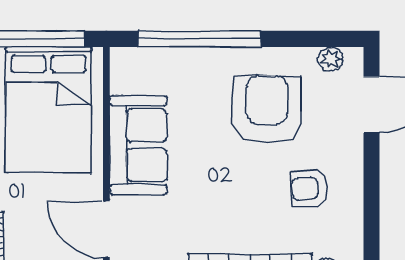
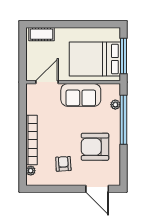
plant: (330, 59) -> (115, 105), moved
armchair: (267, 110) -> (95, 147), turned 180

